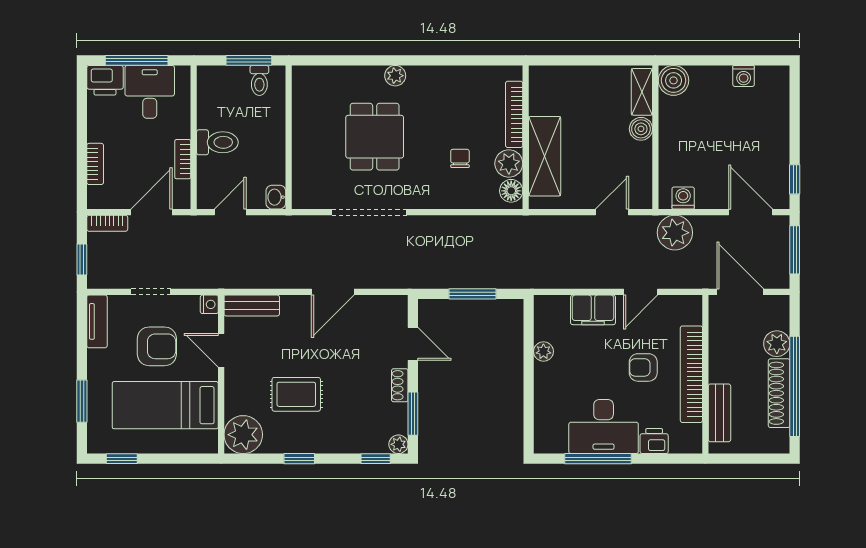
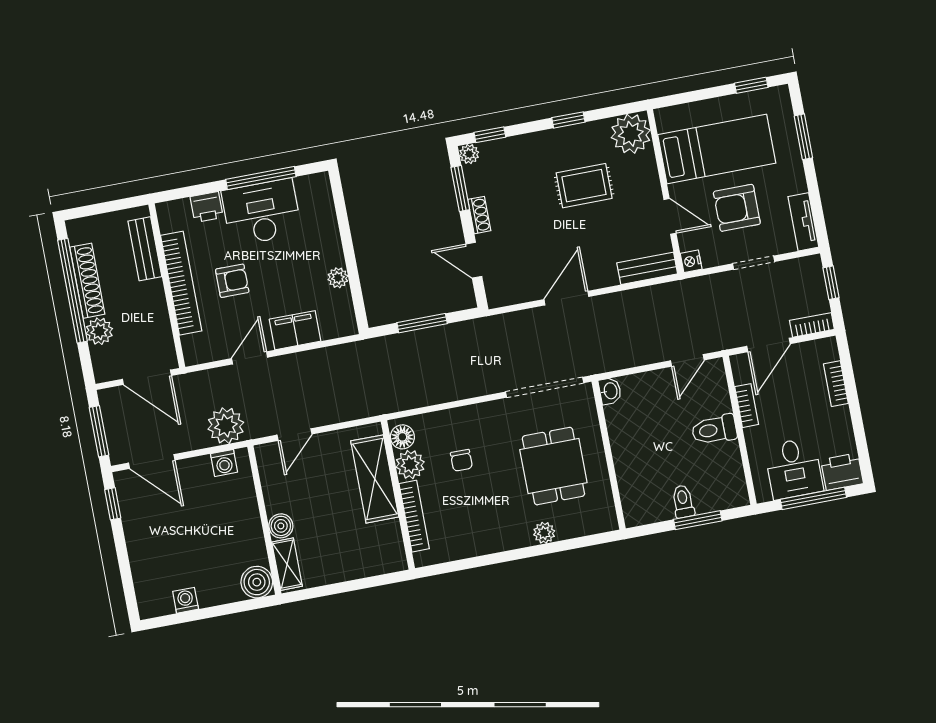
wall: (289, 137) -> (609, 455), moved
washbasin: (276, 197) -> (610, 391), moved

